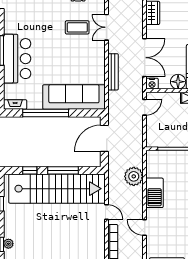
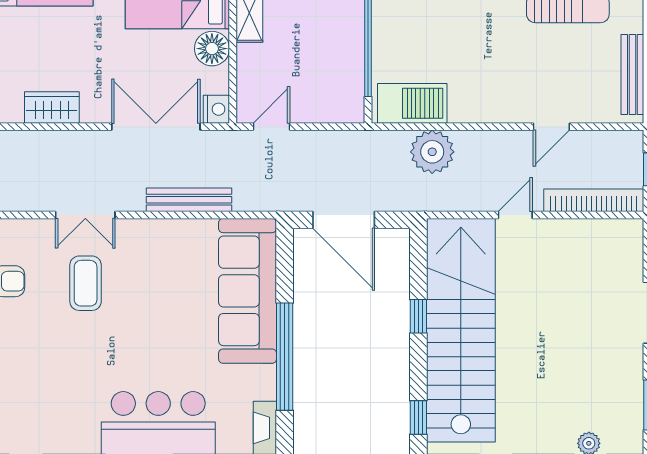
door: (145, 107) -> (271, 127), hinge flipped
window: (30, 170) -> (418, 417), moved
window: (63, 170) -> (418, 316), width x0.46
barbecue: (155, 193) -> (412, 103), moved

